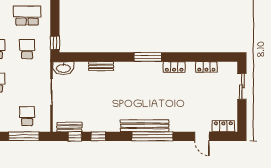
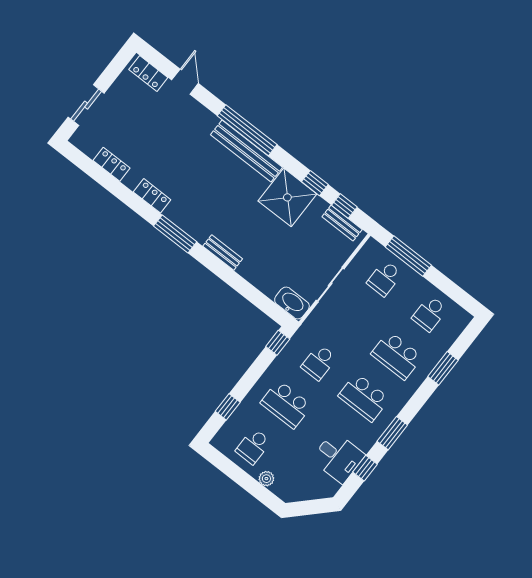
bench: (101, 66) -> (223, 252), moved
shower: (106, 119) -> (287, 197), added

